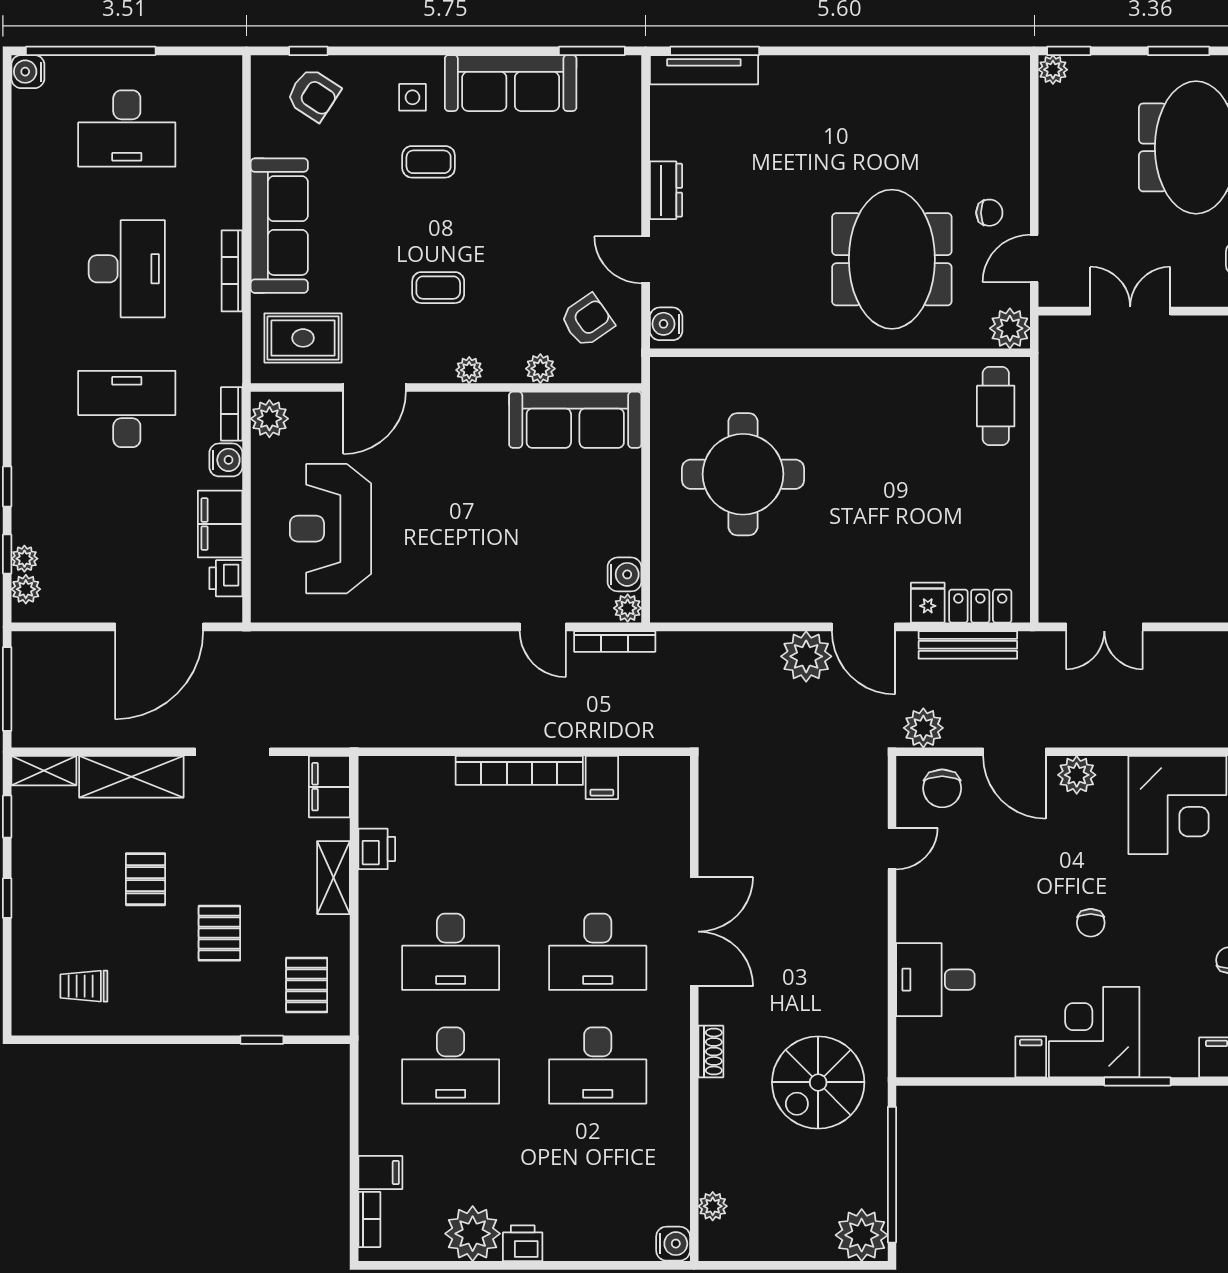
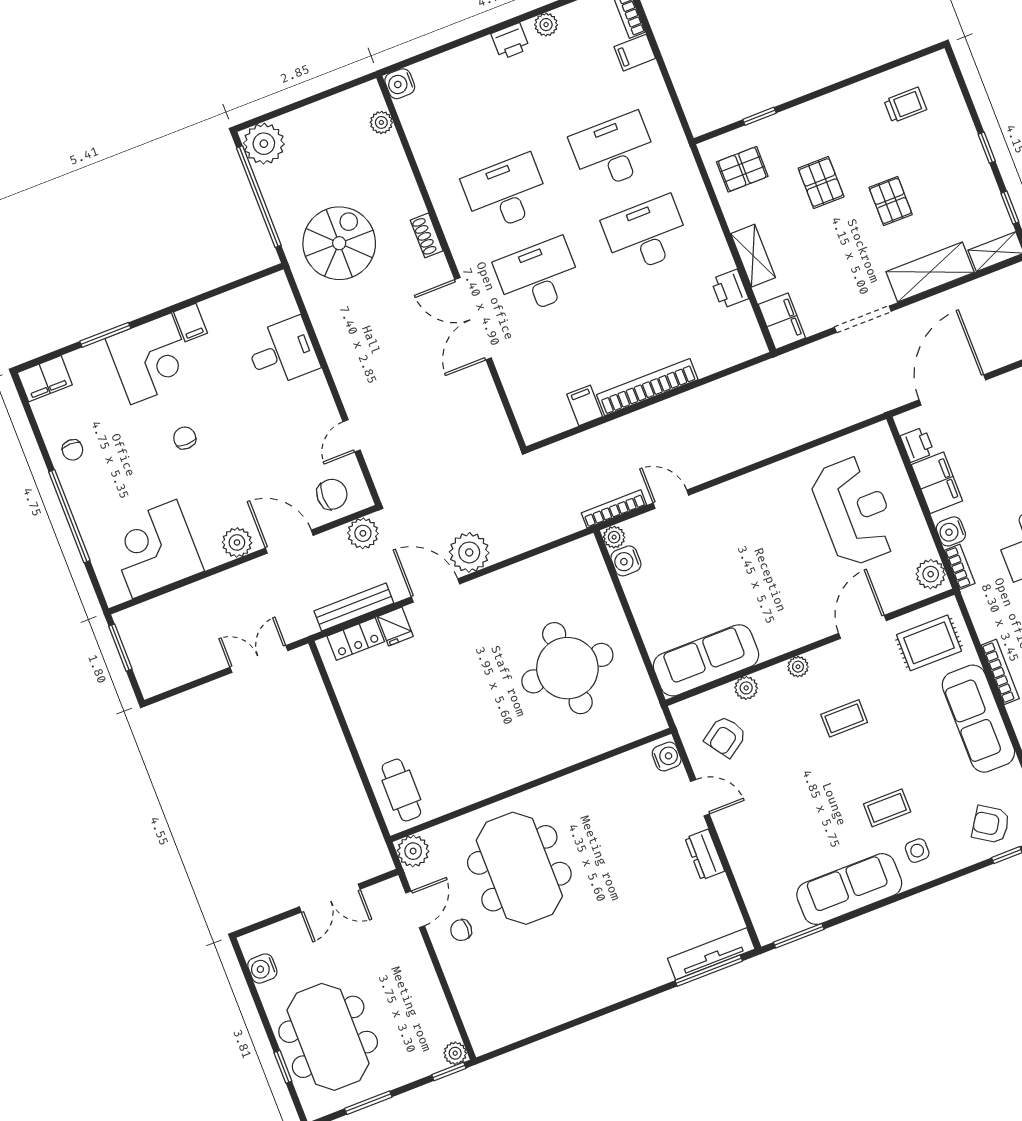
chair: (942, 788) -> (332, 494), turned 90
pallet: (307, 985) -> (742, 169), turned 90
plant: (473, 1234) -> (546, 25), width x0.53, depth x0.53

